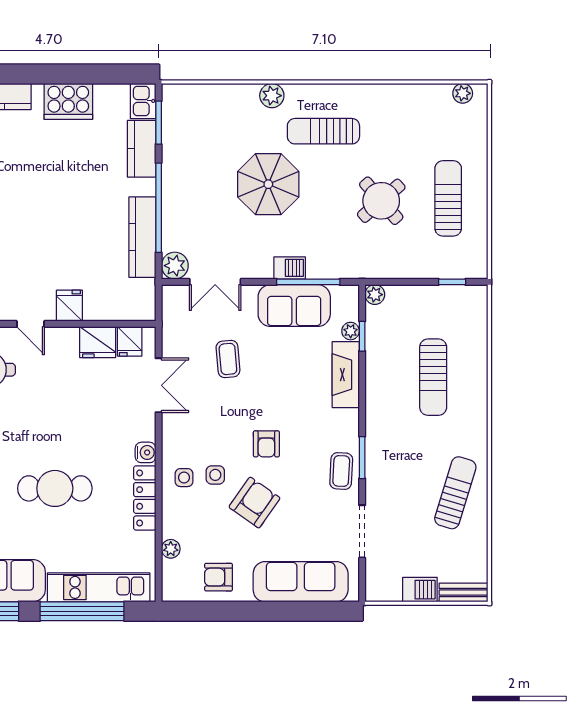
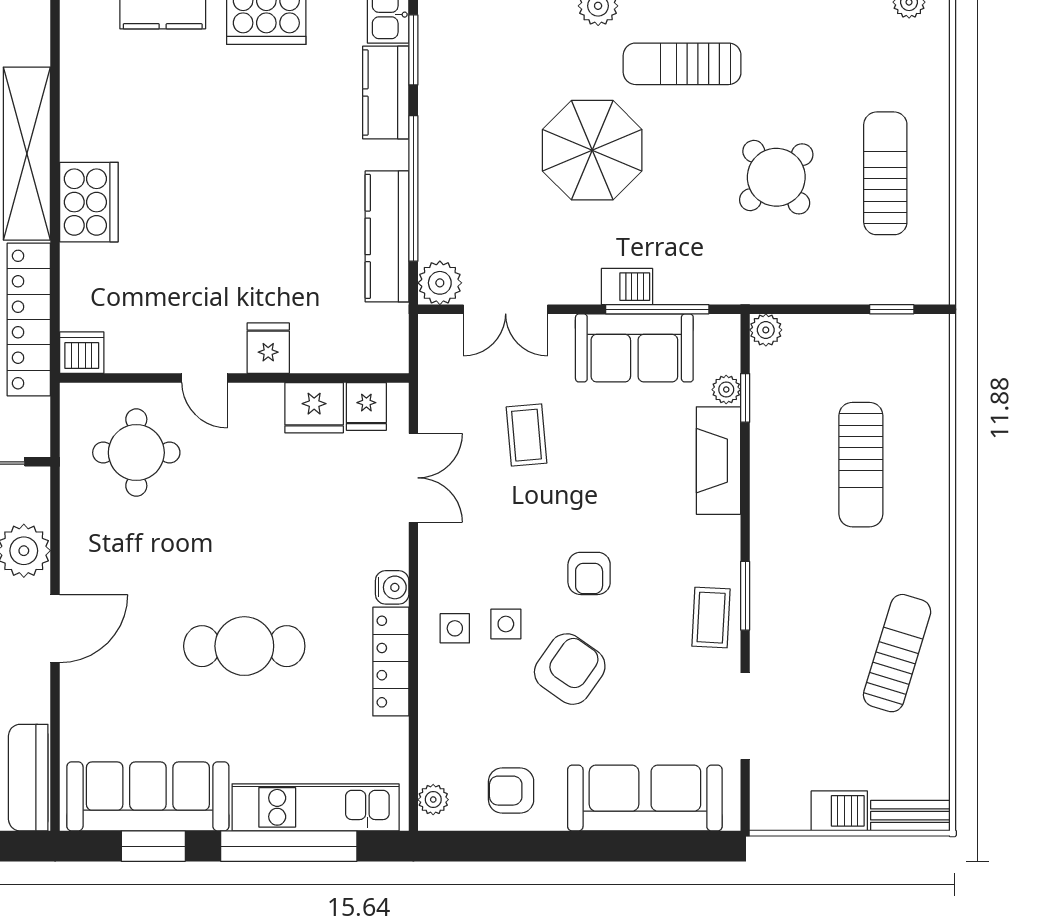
plant: (171, 549) -> (433, 800), moved

